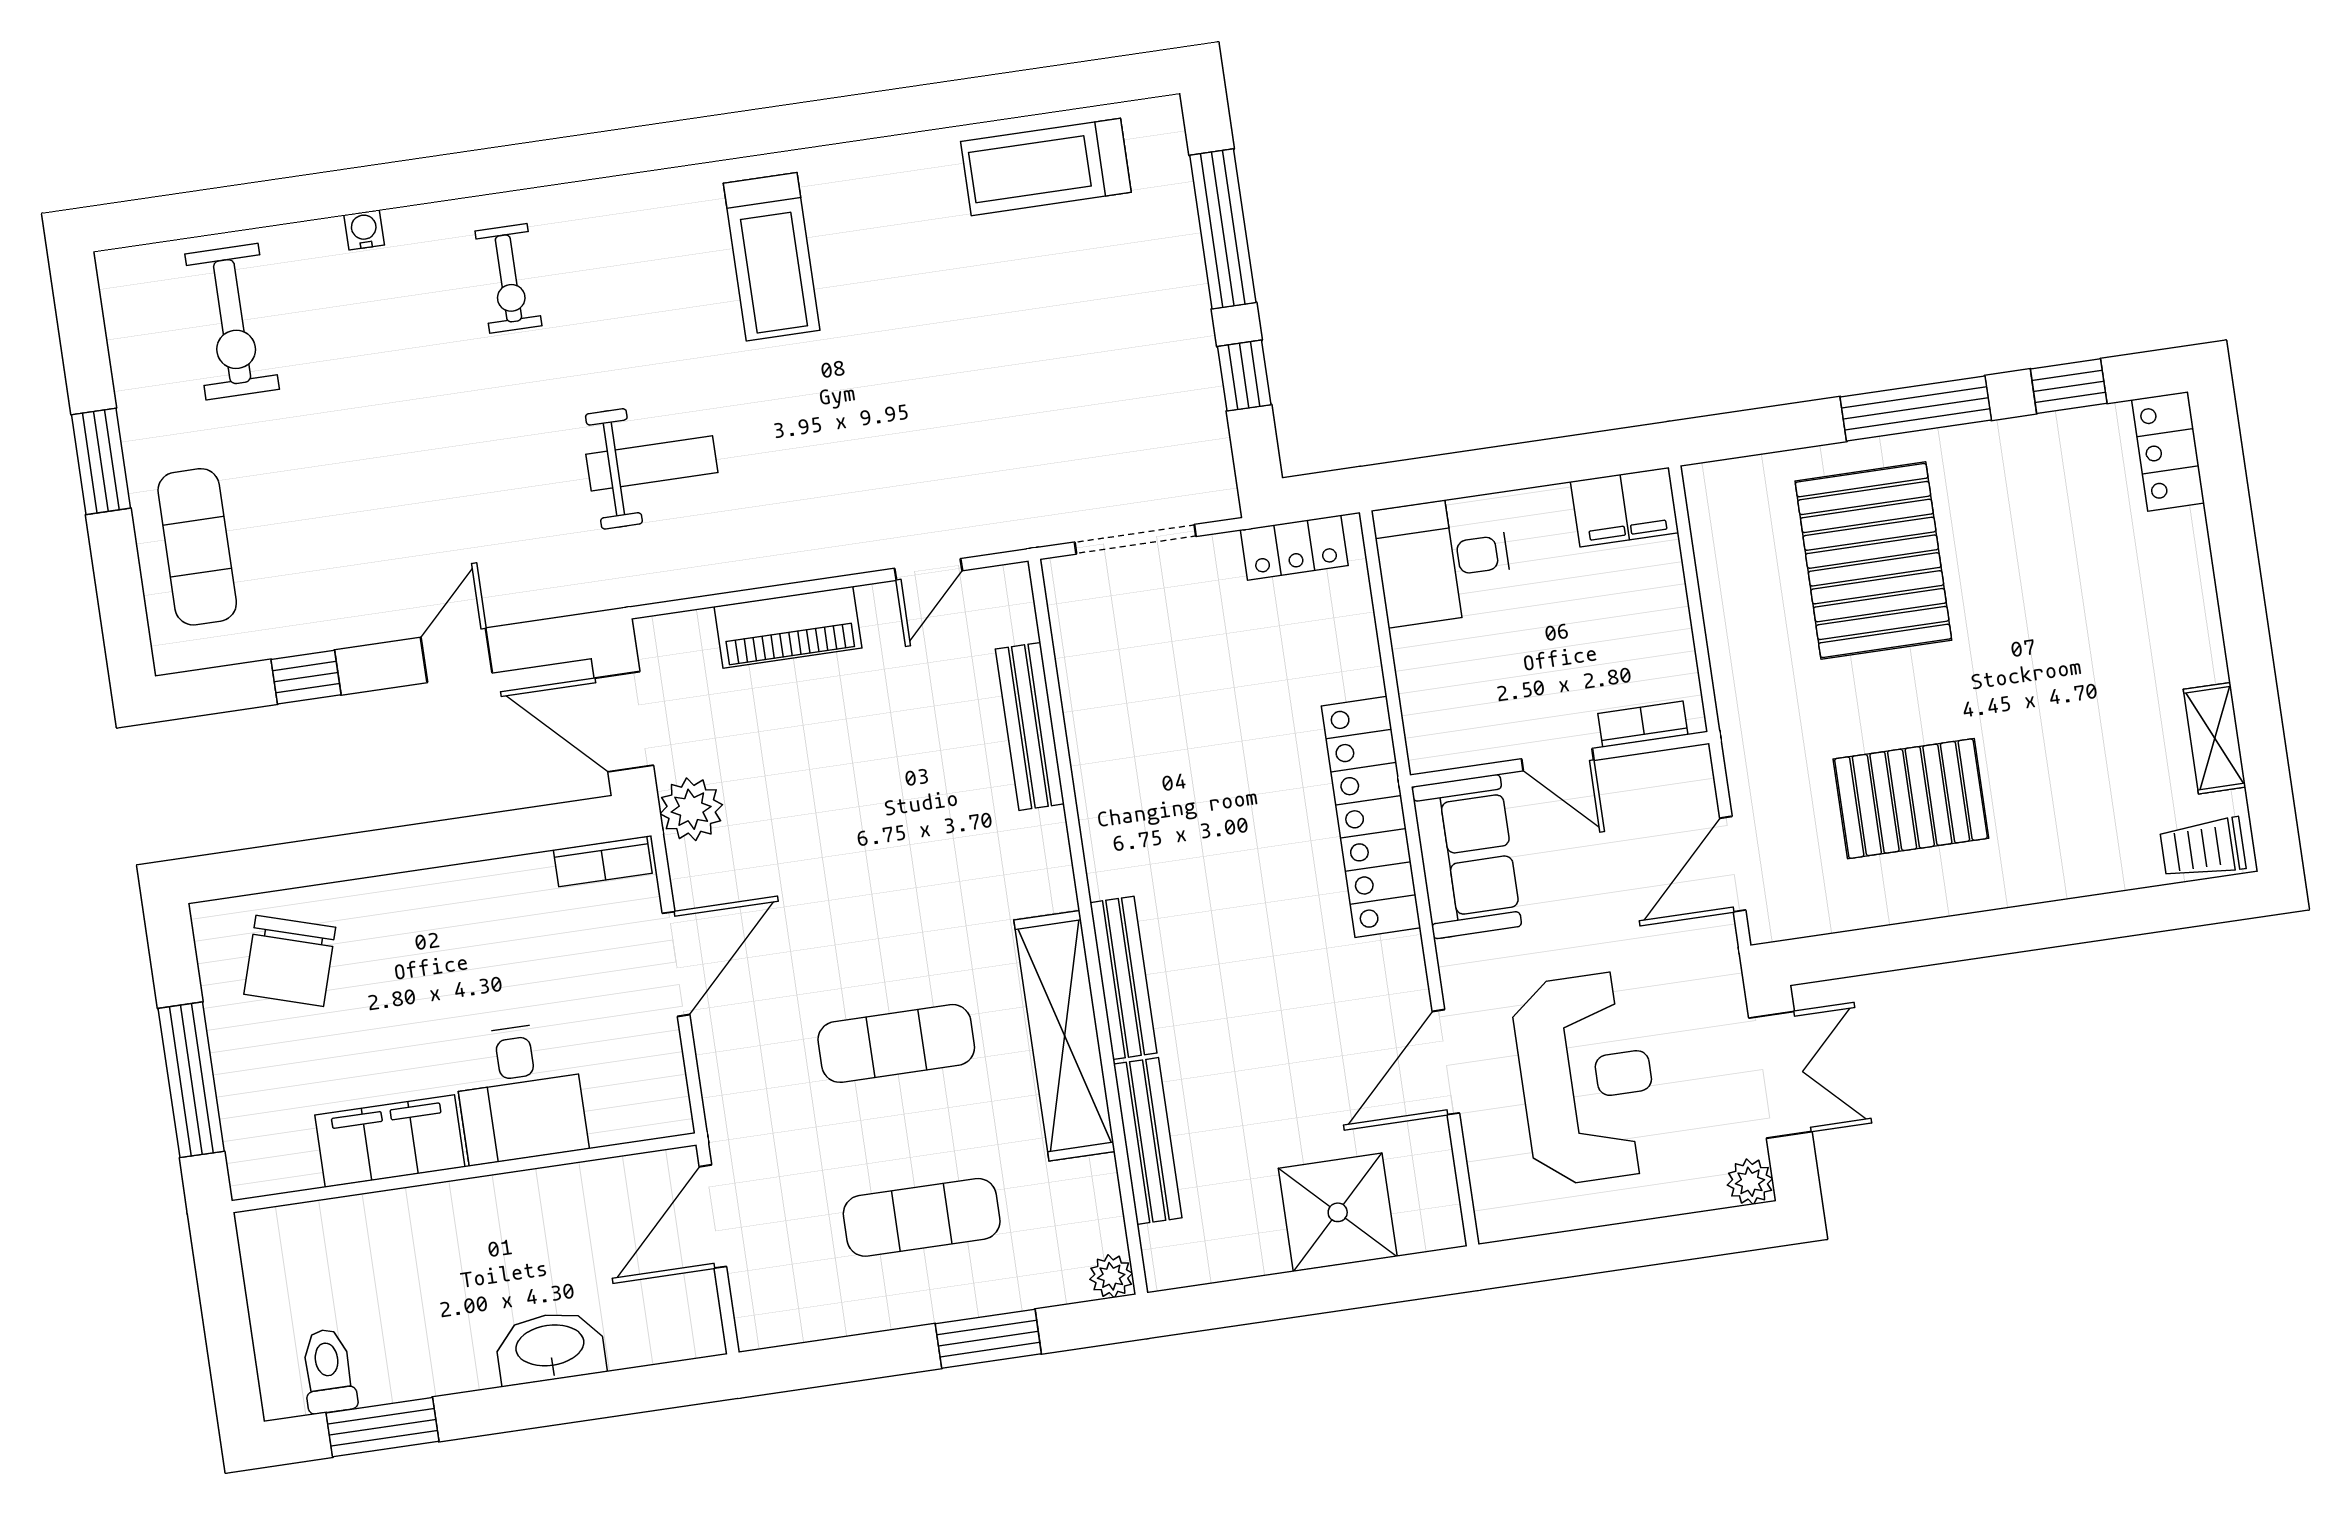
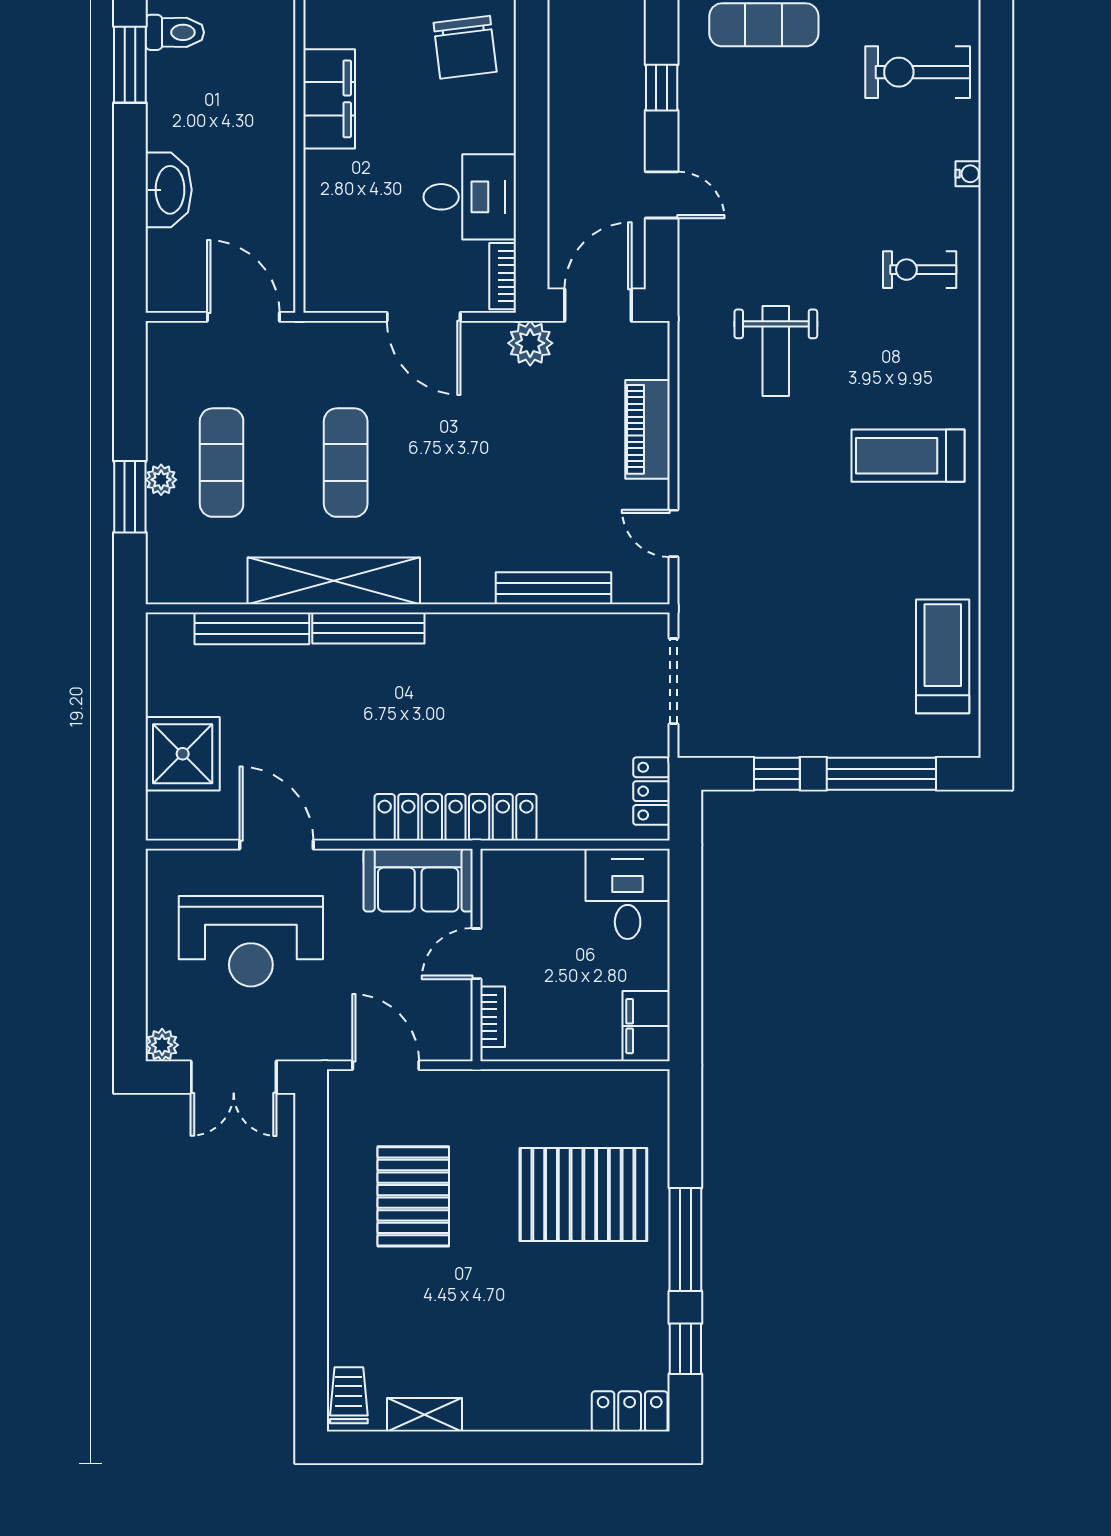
chair: (290, 961) -> (465, 47), turned -114
desk: (520, 1093) -> (470, 197), moved, turned 180
plant: (1111, 1276) -> (161, 480), moved

